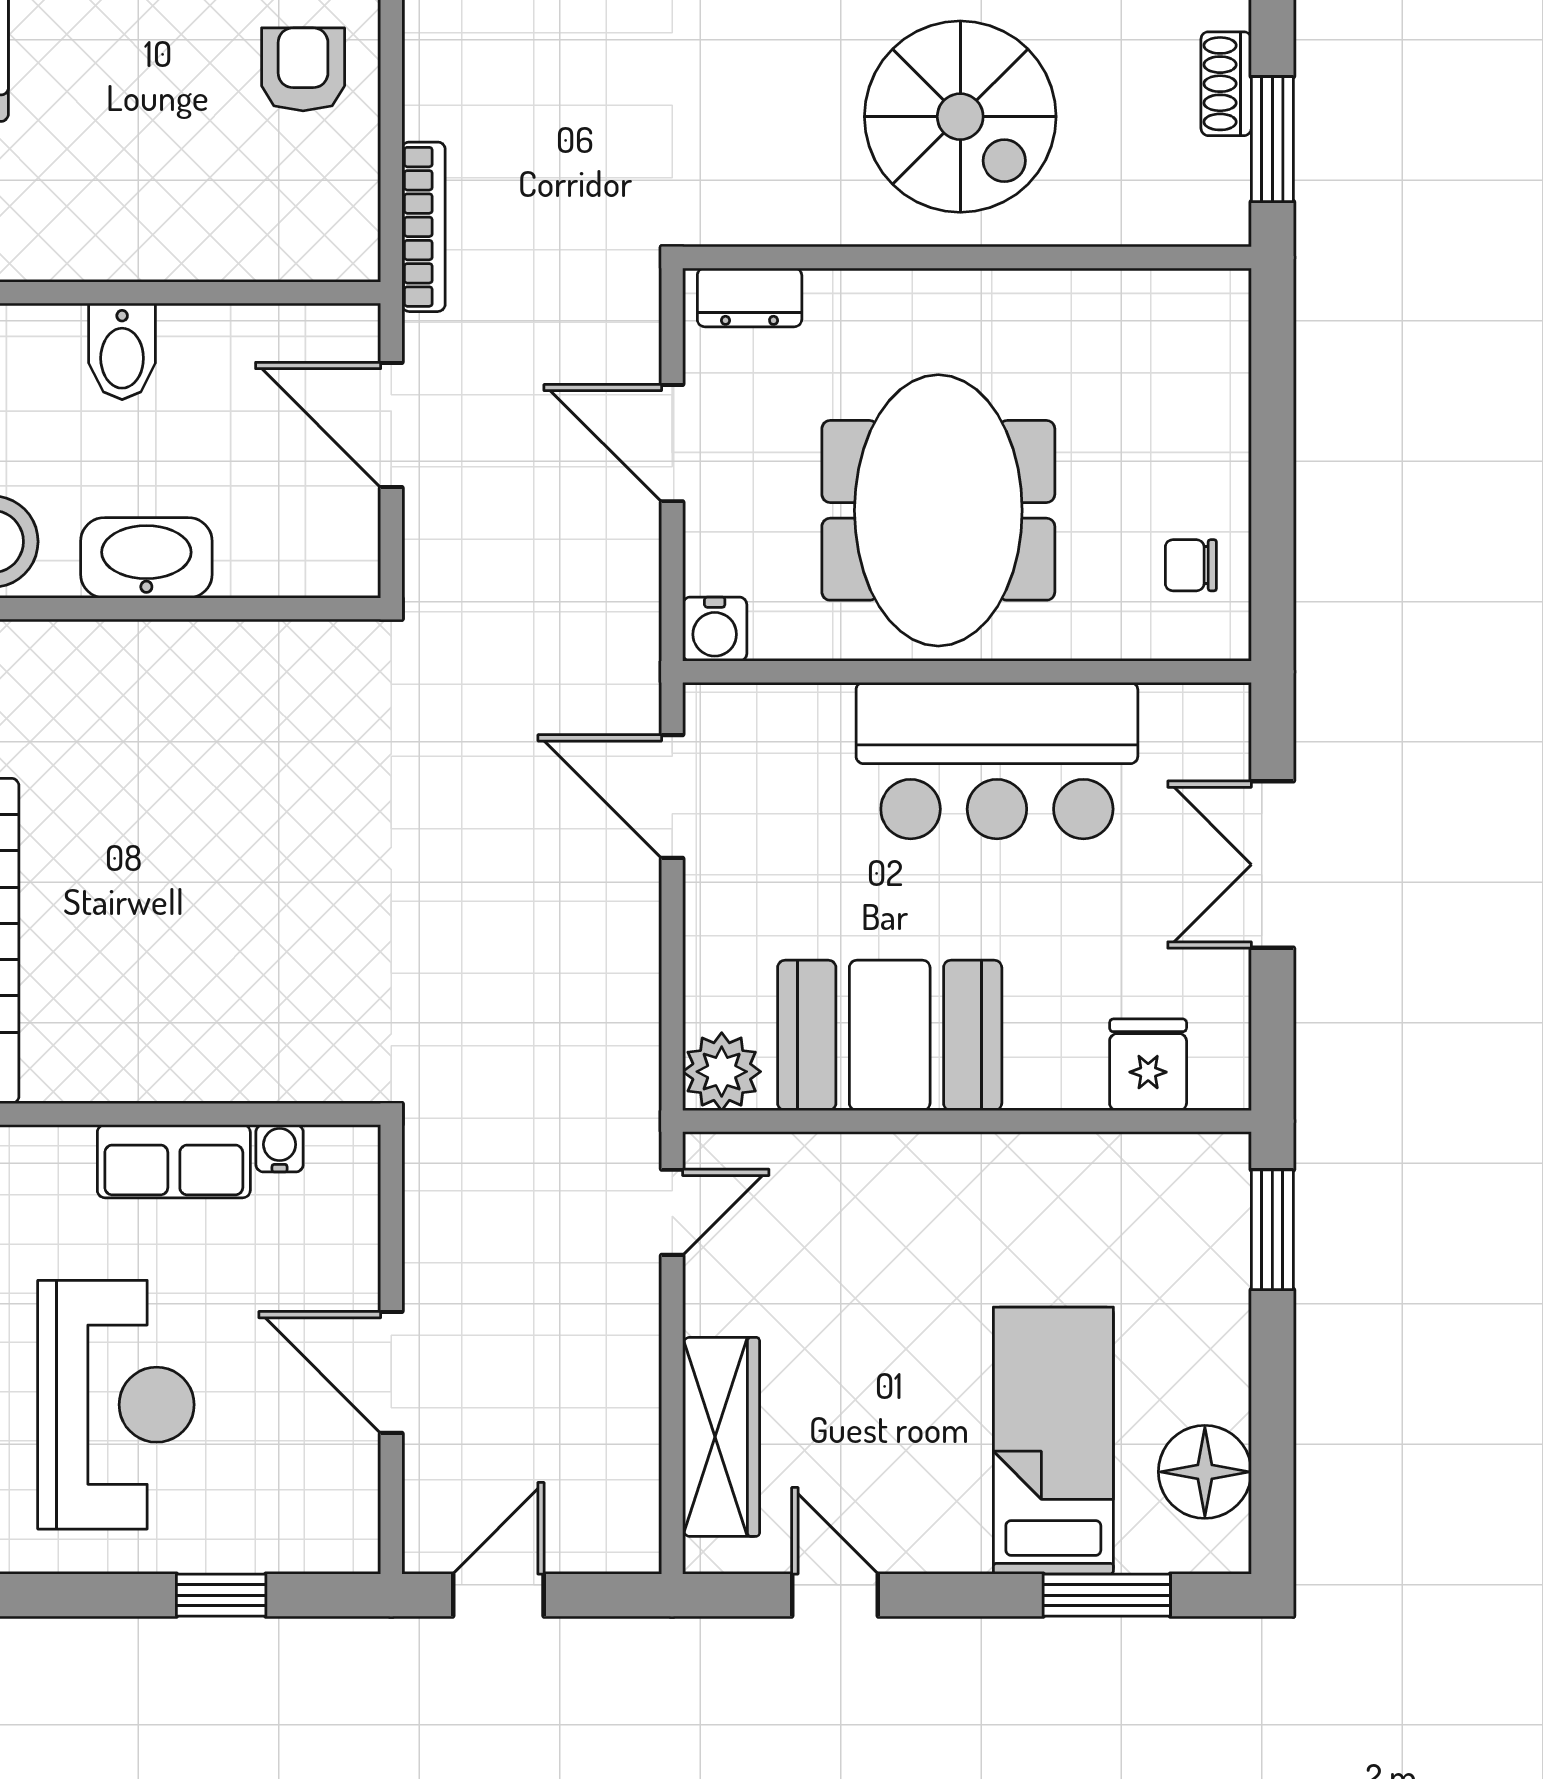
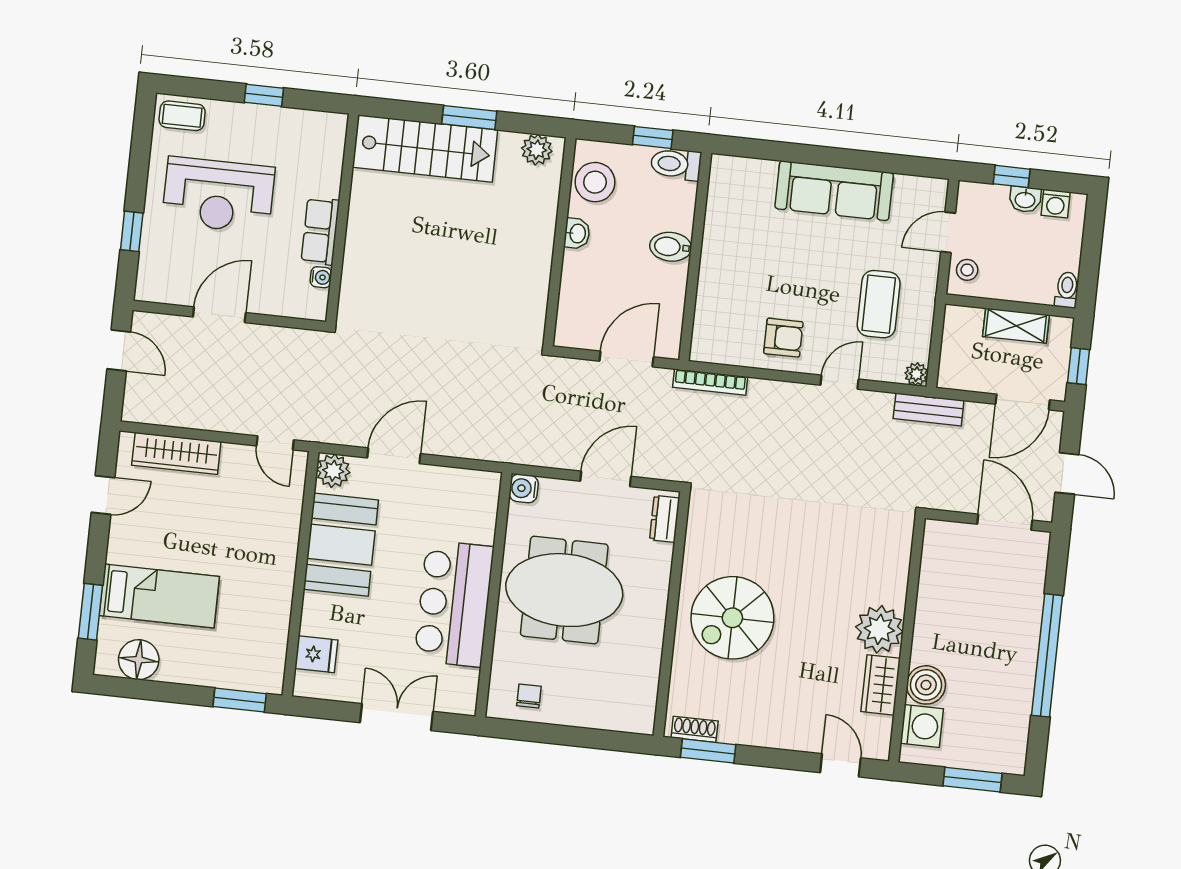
shoe rack: (1226, 84) -> (695, 729), moved
washbasin: (146, 558) -> (577, 233), width x0.52, depth x0.69
door: (672, 797) -> (394, 456), moved

